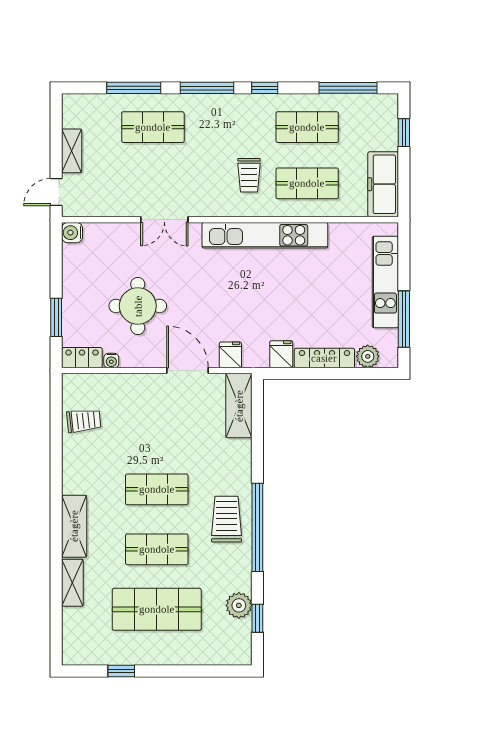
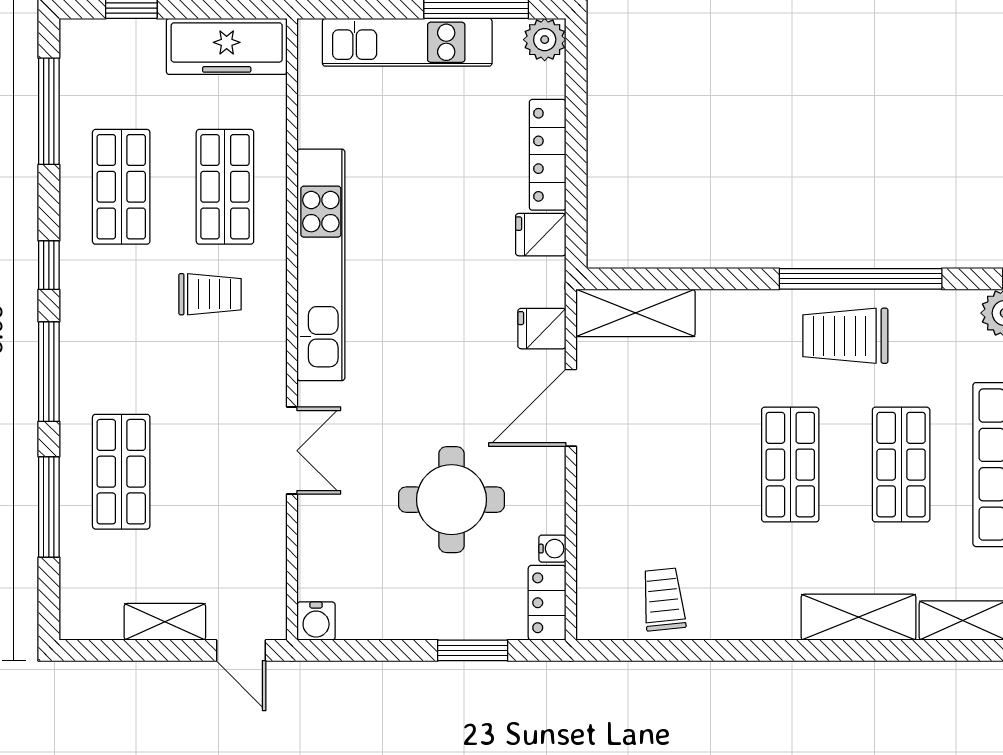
plant: (368, 356) -> (545, 40), moved

